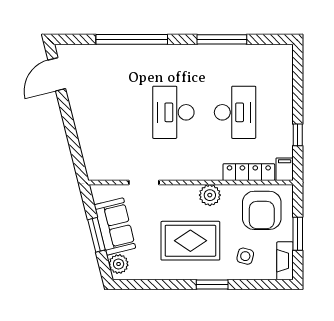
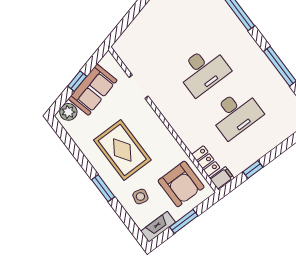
desk: (173, 112) -> (203, 71), turned 180
locker: (249, 172) -> (206, 161), width x0.66
plant: (210, 195) -> (164, 140), removed
armchair: (262, 210) -> (181, 184), turned -90
window: (96, 235) -> (77, 81), width x0.67

